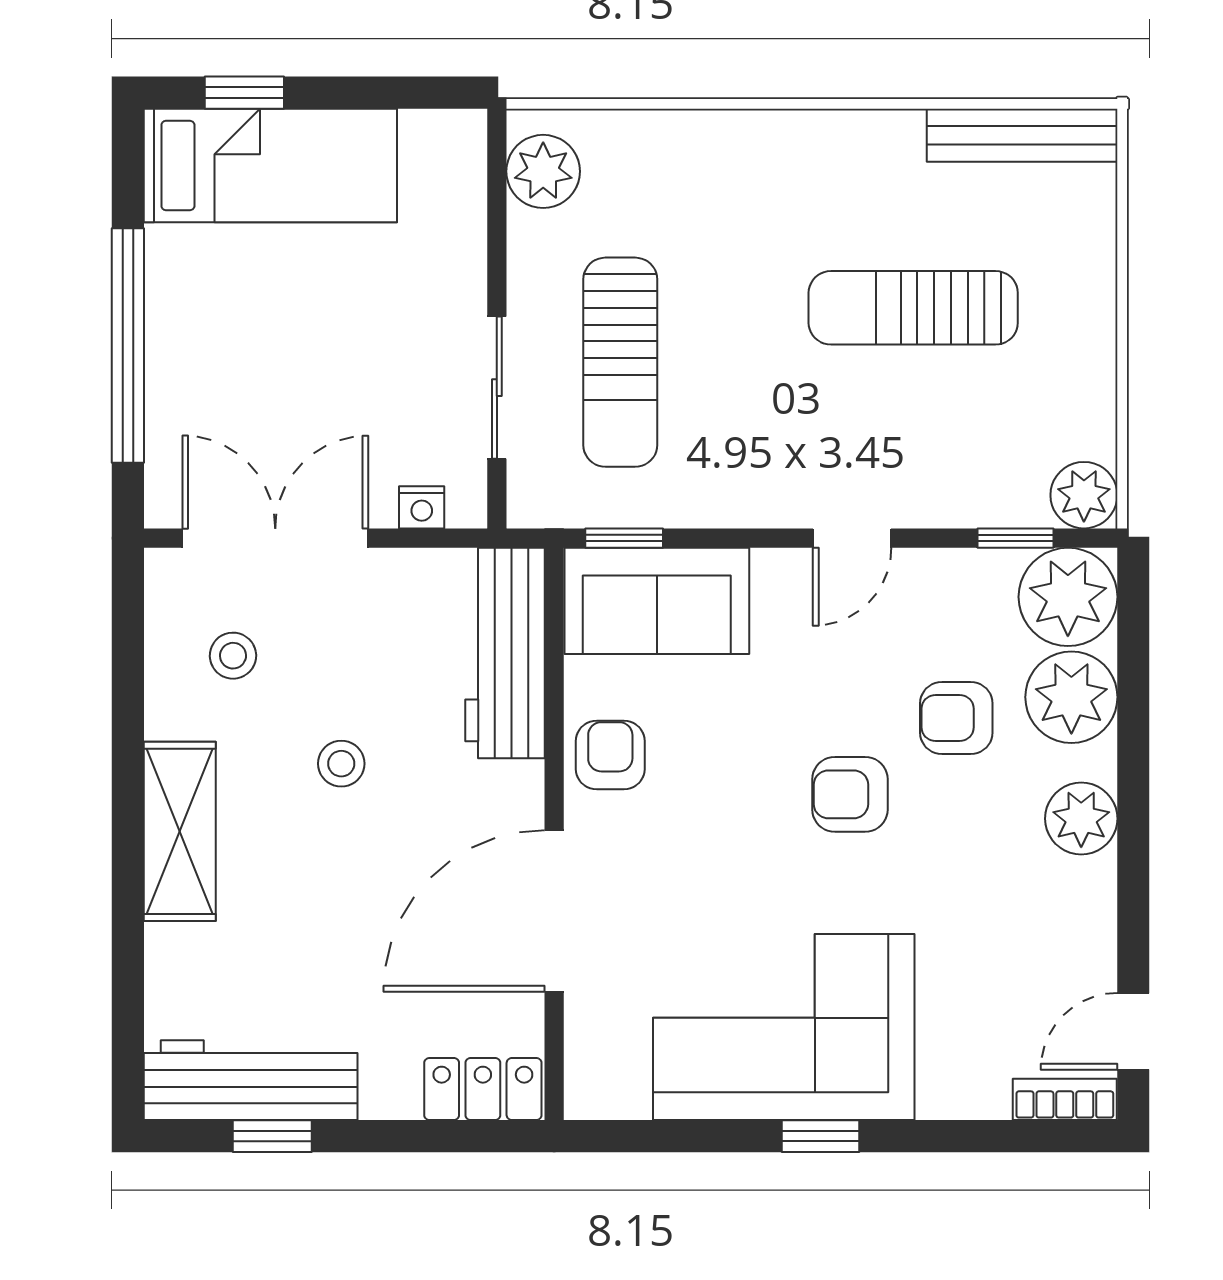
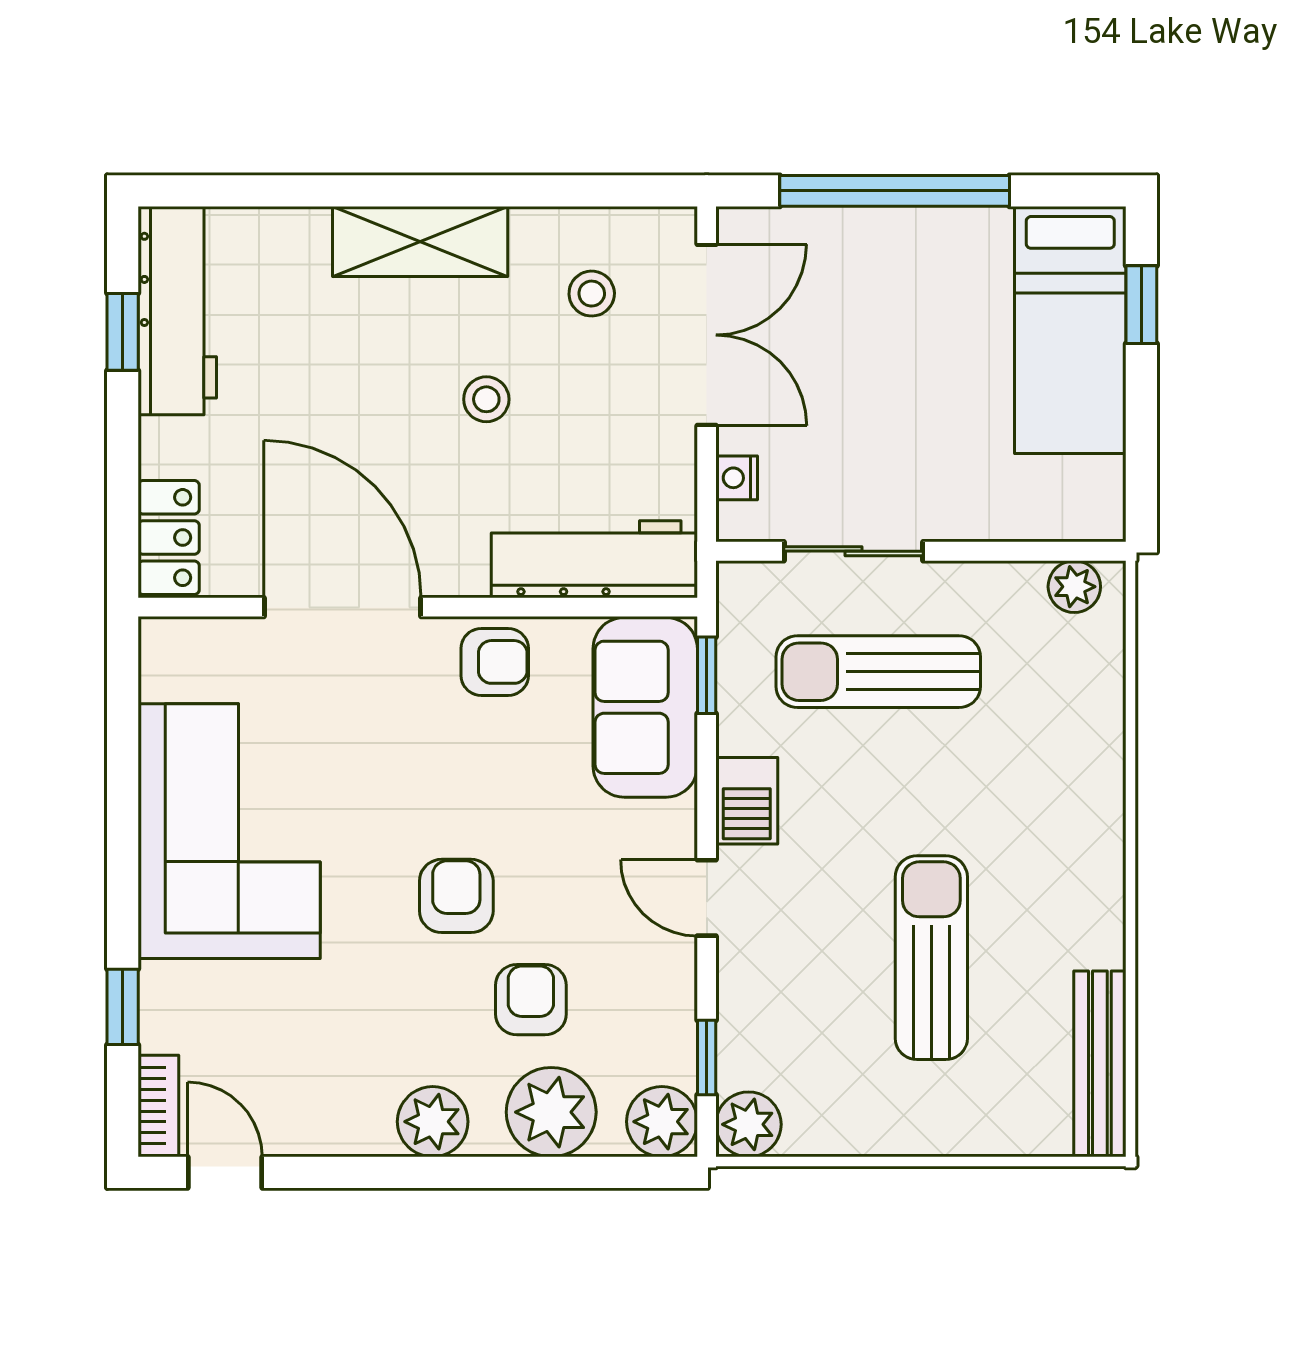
plant: (543, 171) -> (1074, 587), width x0.73, depth x0.73
barbecue: (752, 497) -> (747, 801), added
plant: (1068, 597) -> (662, 1122), width x0.73, depth x0.73
window: (820, 1136) -> (123, 1007), moved

